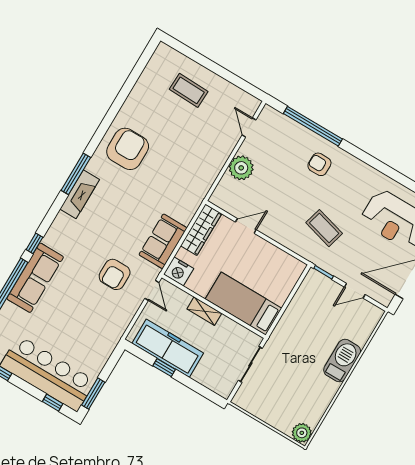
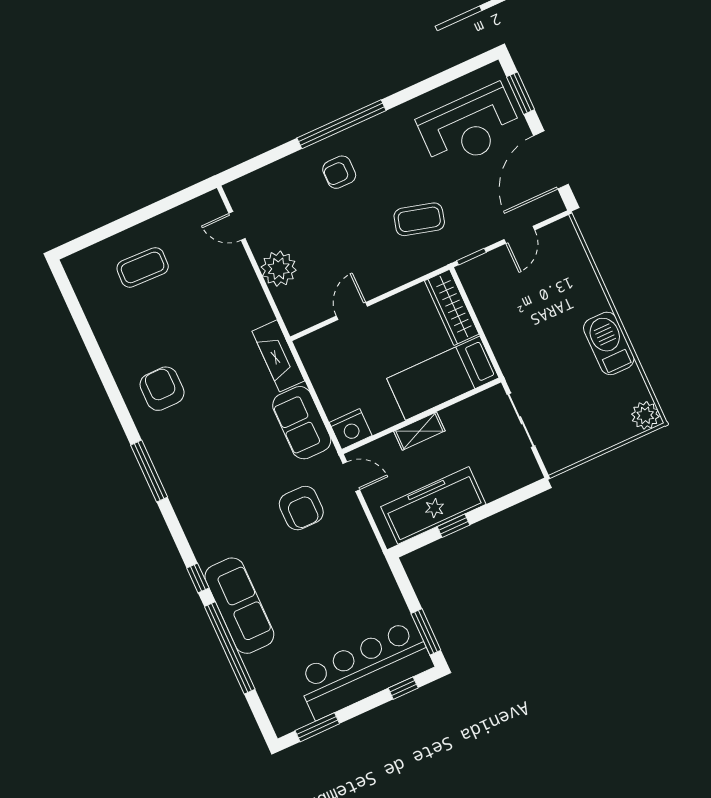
window: (313, 126) -> (342, 124), moved
armchair: (128, 149) -> (162, 389), width x0.73, depth x0.73
fireplace: (80, 194) -> (278, 356), moved, turned 180
wardrobe: (201, 230) -> (452, 307), moved, turned 180
barbecue: (342, 361) -> (609, 343), moved

